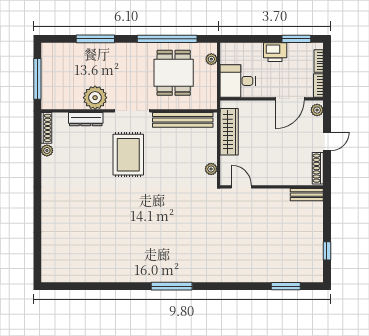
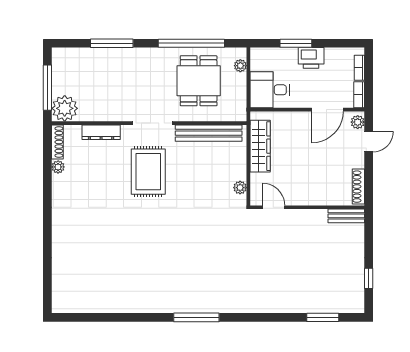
window: (296, 39) -> (296, 43), moved
plant: (95, 98) -> (65, 108), moved
door: (327, 141) -> (369, 142), moved

